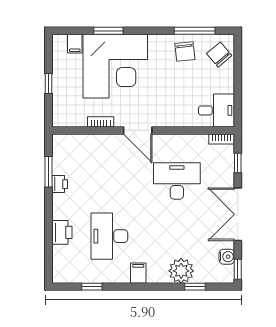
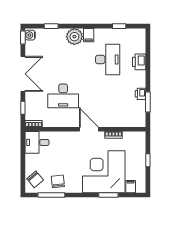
water cooler: (227, 257) -> (30, 35), moved
plant: (181, 271) -> (74, 37), moved

